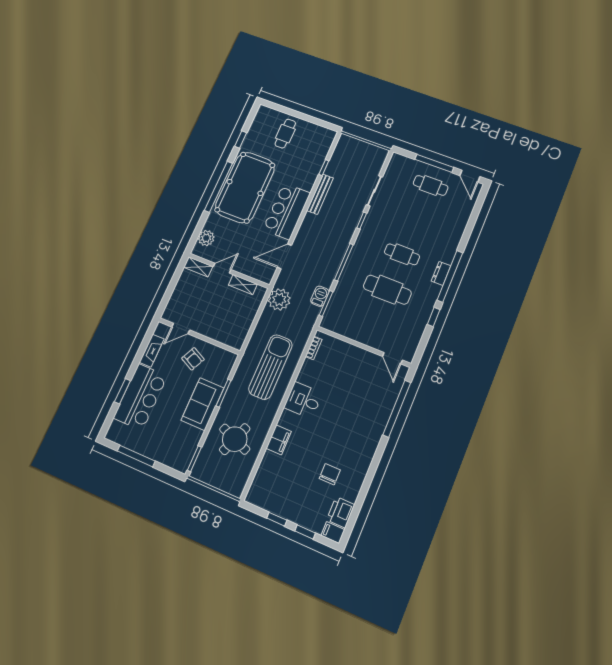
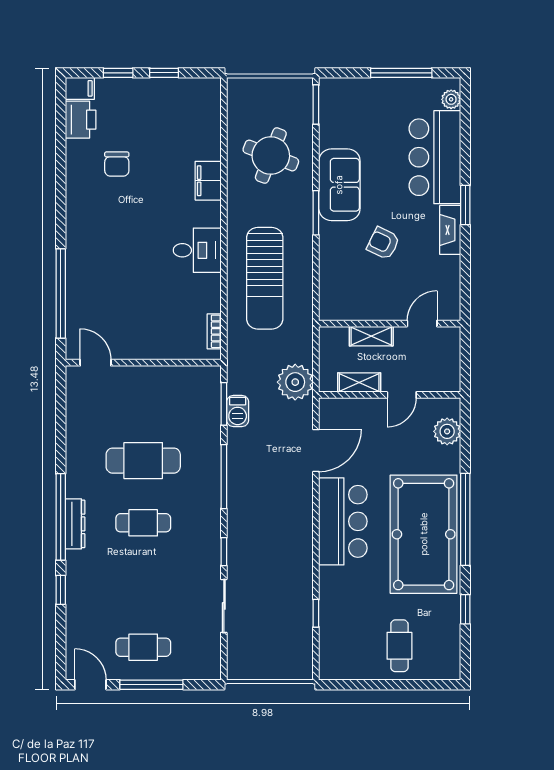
bench: (320, 194) -> (304, 568), removed
shelving: (198, 267) -> (371, 336), moved
dresser: (441, 273) -> (75, 524), width x1.44
window: (434, 317) -> (61, 590), moved
door: (181, 329) -> (422, 324), moved
wall: (199, 336) -> (390, 324), moved
window: (122, 391) -> (465, 205), moved
plant: (115, 427) -> (451, 99), added

